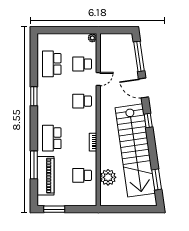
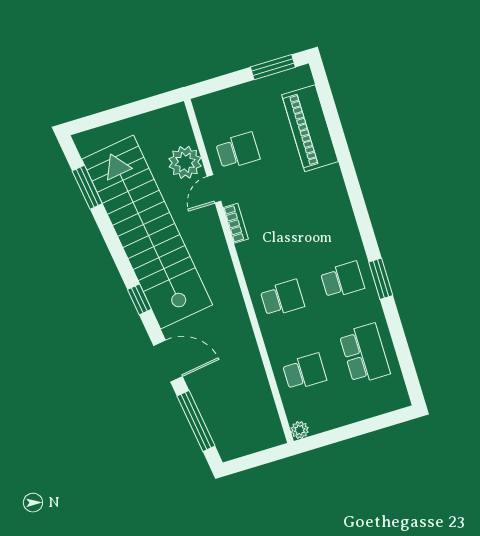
door: (98, 79) -> (214, 189), moved
school desk: (52, 138) -> (342, 280), moved, width x0.54
window: (34, 165) -> (340, 143), removed

